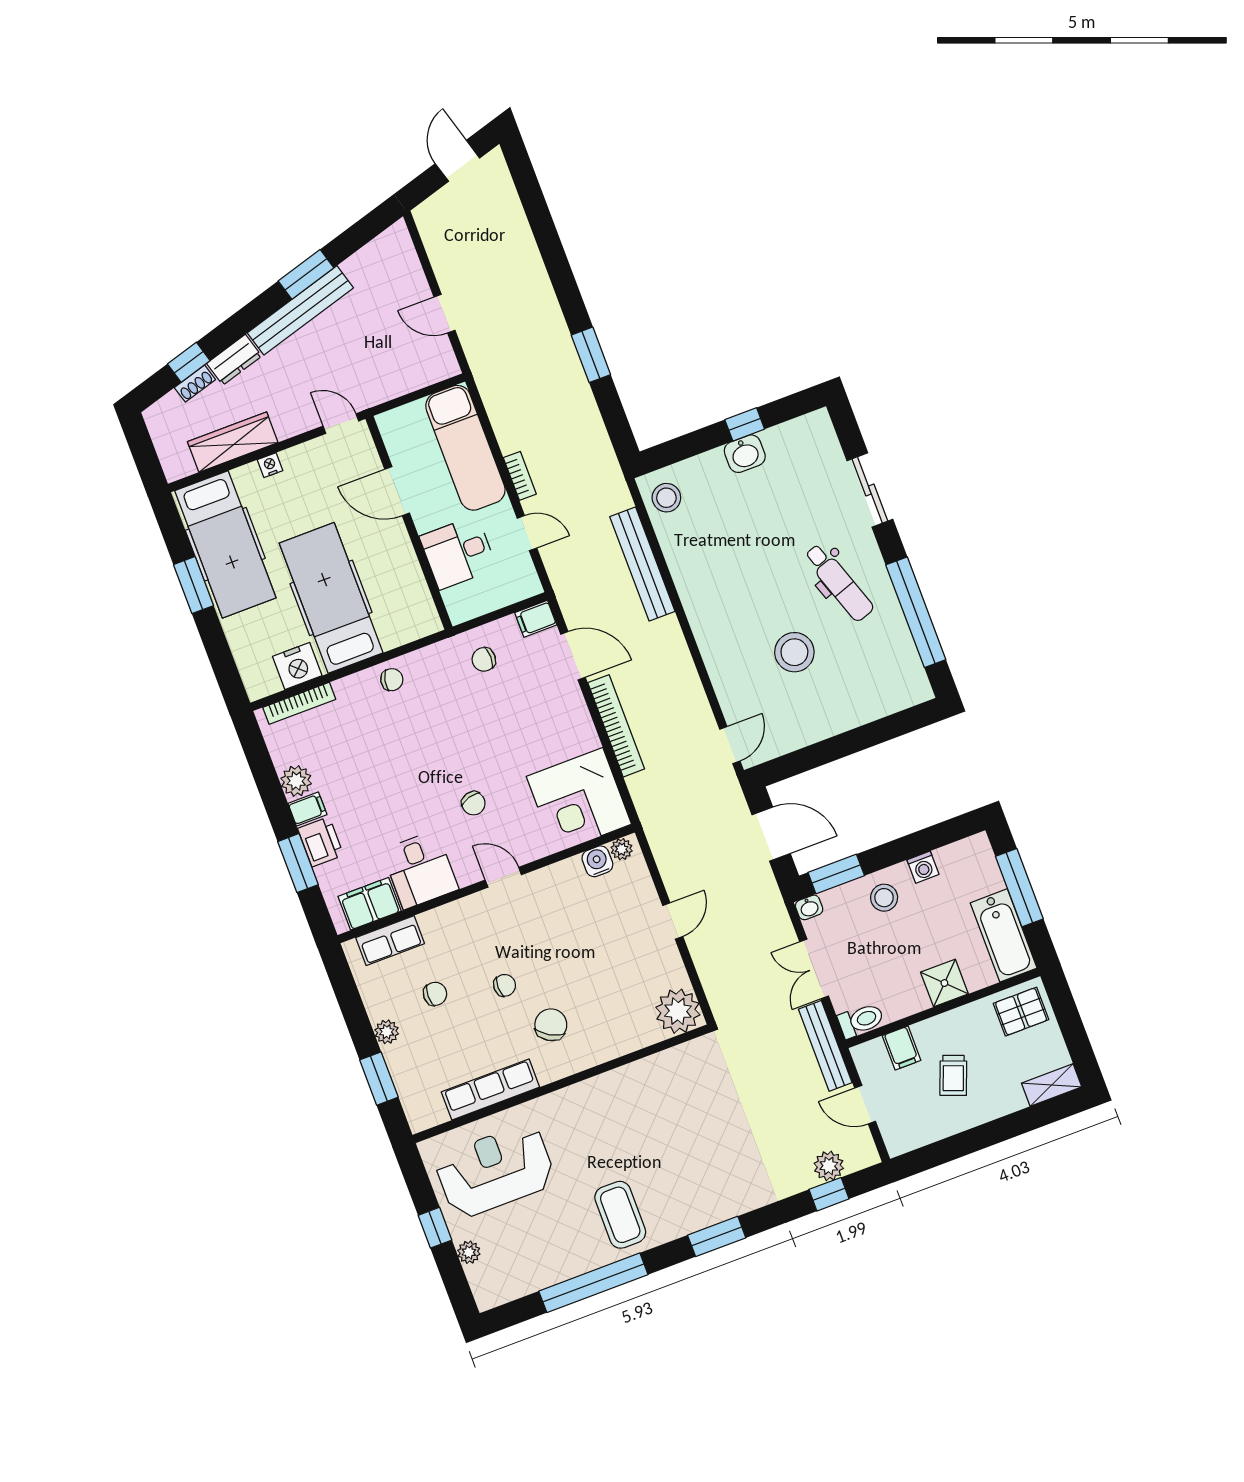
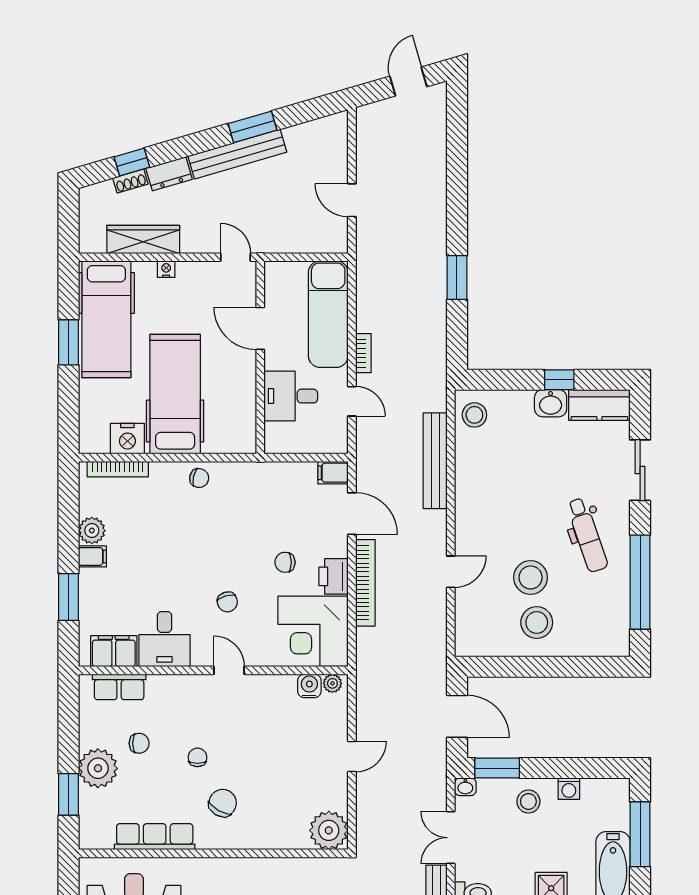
kitchen counter: (799, 436) -> (599, 405), added
chair: (484, 659) -> (285, 562), moved
stool: (820, 699) -> (537, 623), added
door: (730, 745) -> (451, 572), moved
printer: (321, 842) -> (333, 576), moved, turned 180
chair: (505, 985) -> (197, 757), turned -90
plant: (387, 1032) -> (98, 768), width x1.87, depth x1.87

